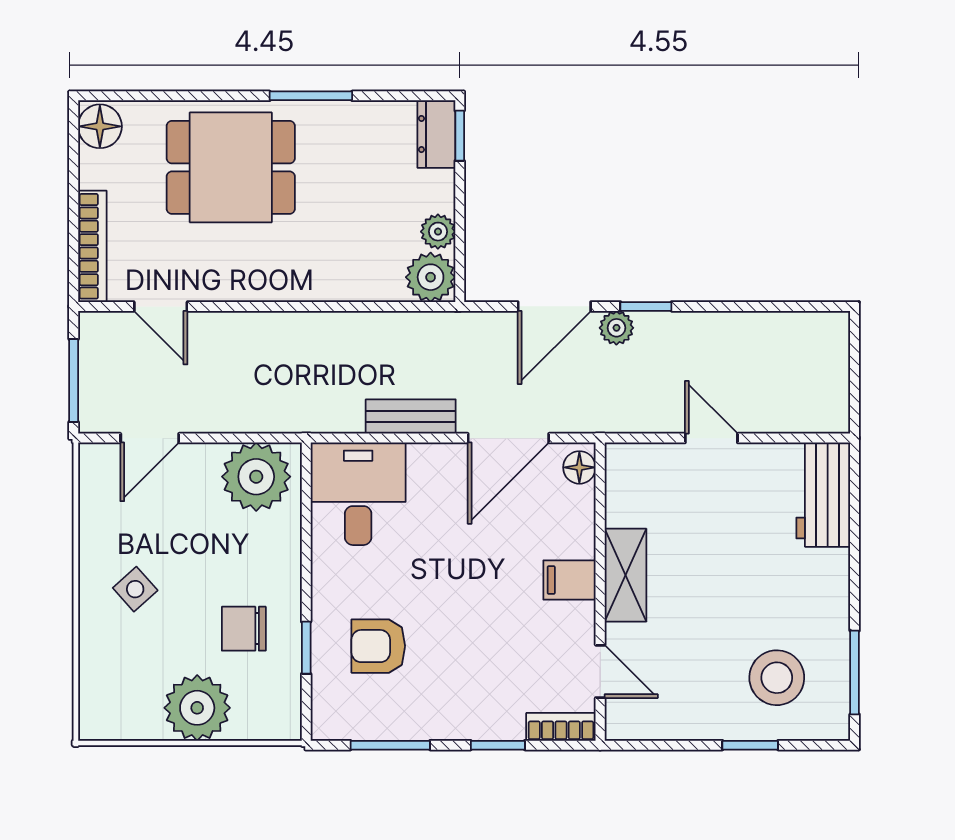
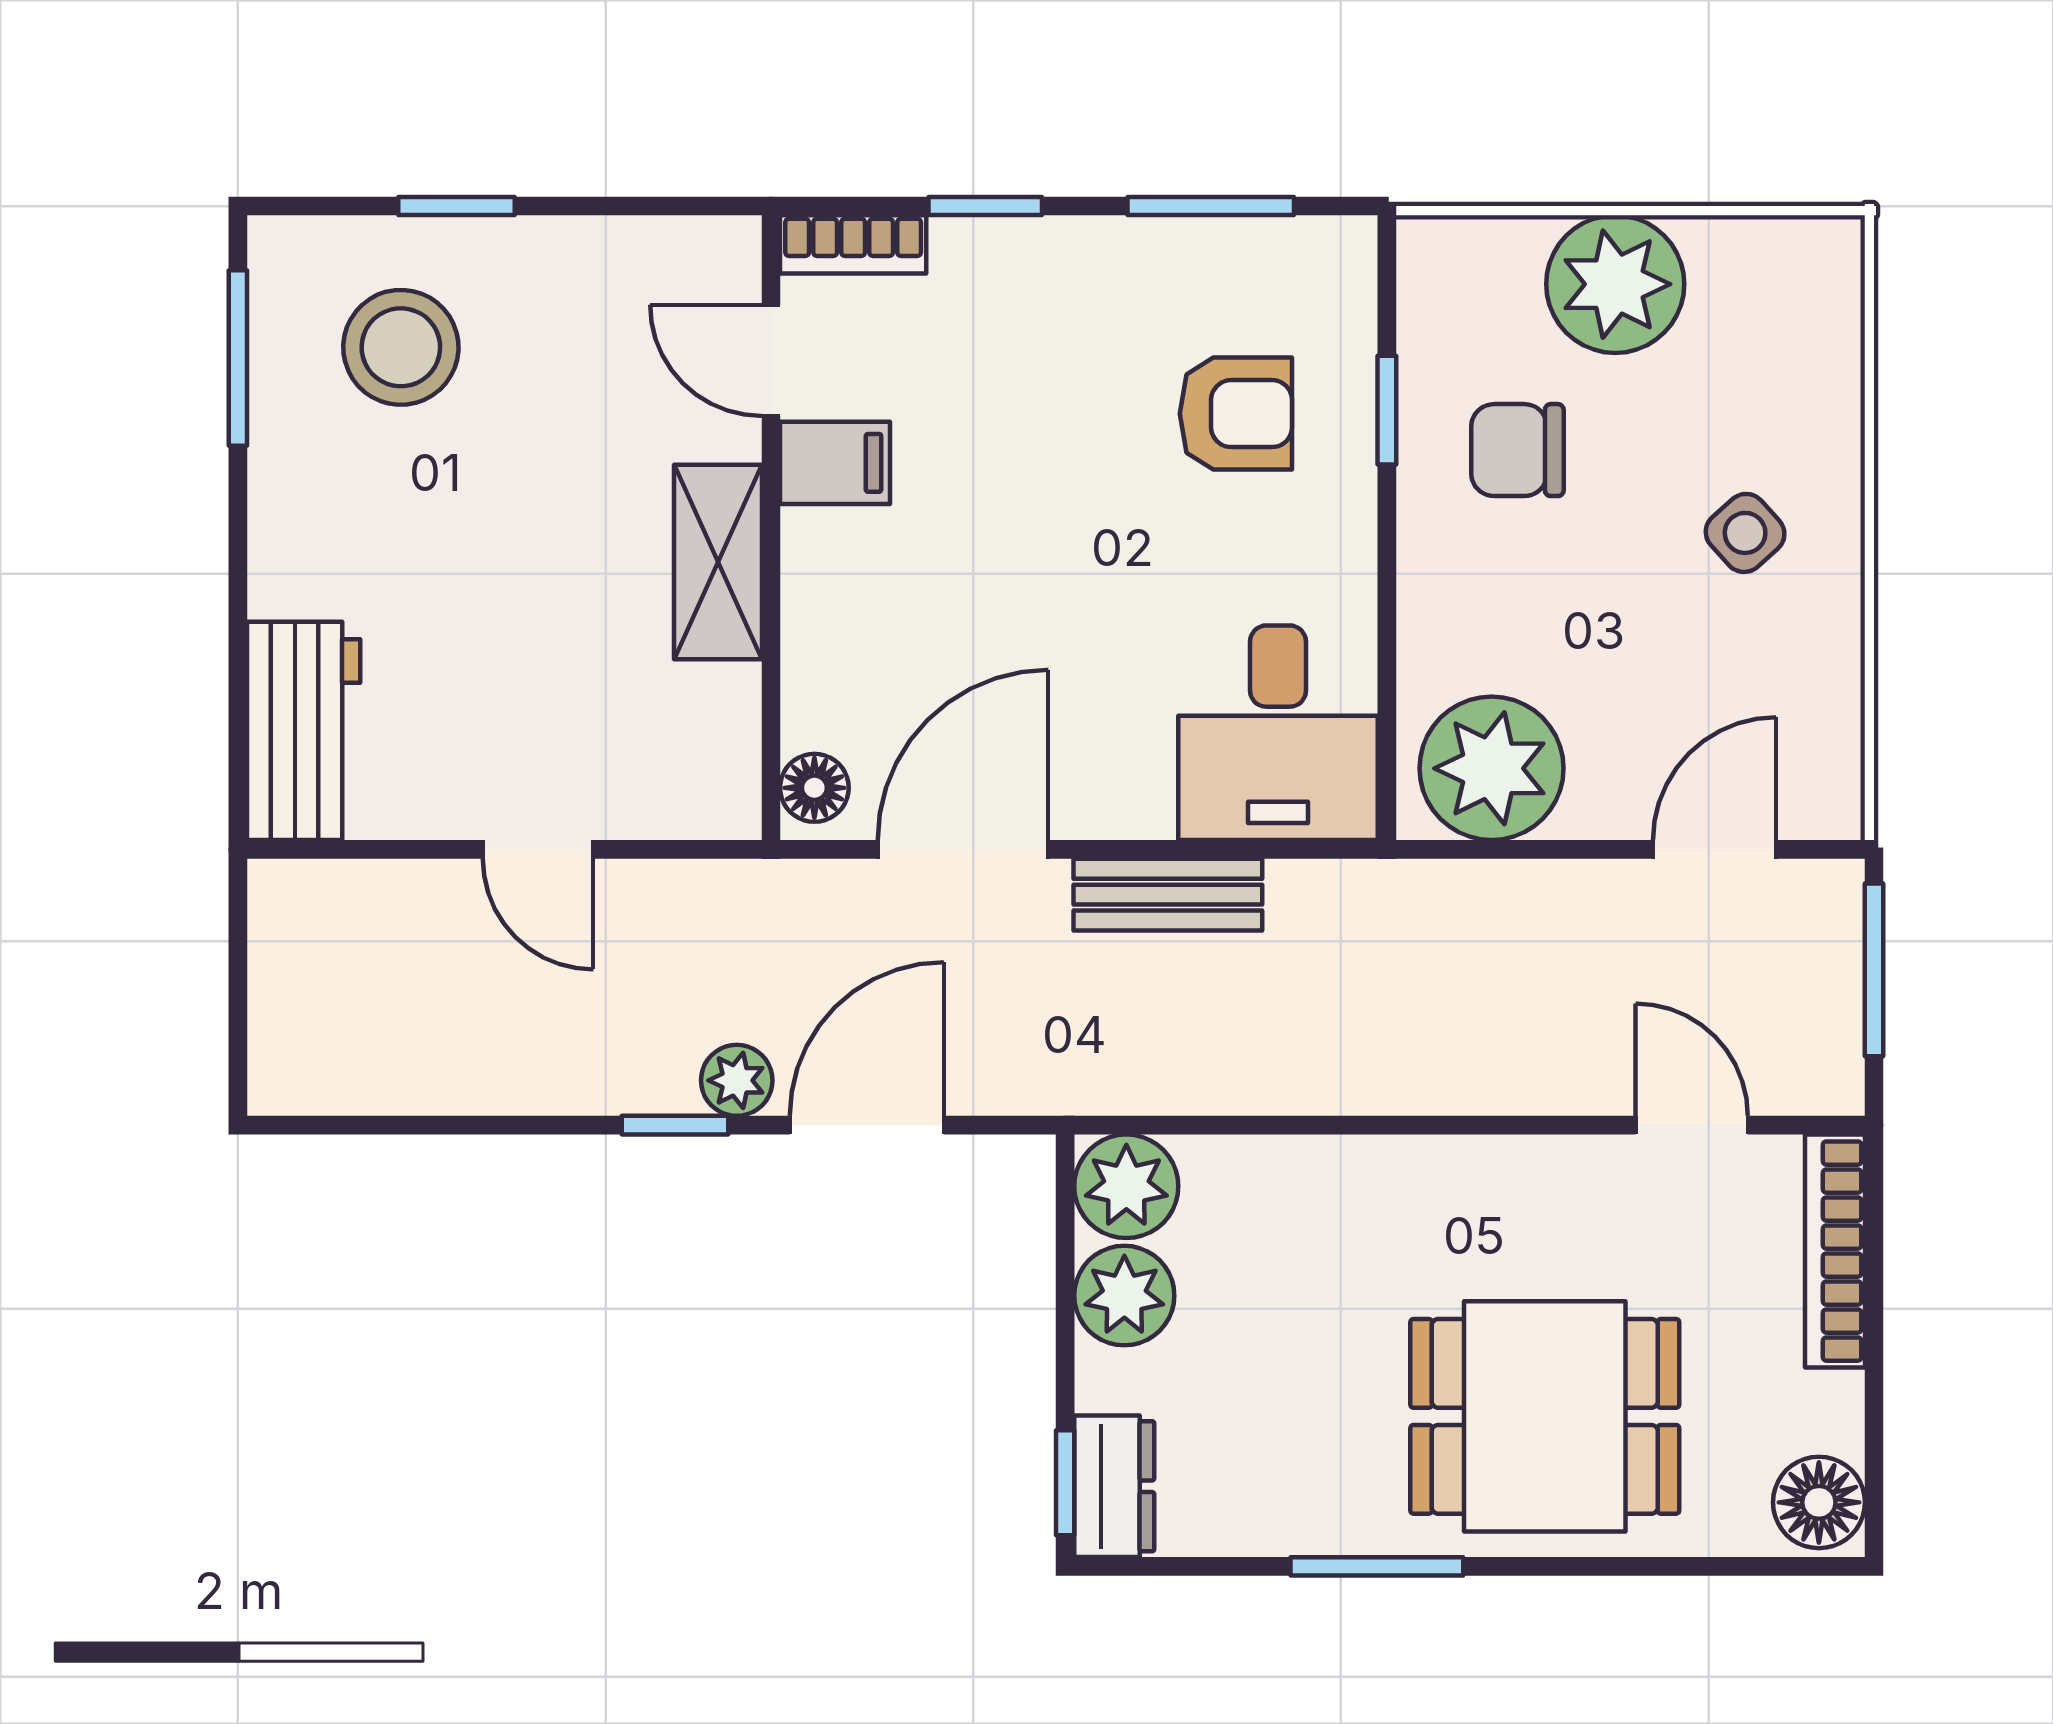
plant: (438, 232) -> (1124, 1296), width x1.38, depth x1.38
filing cabinet: (570, 580) -> (835, 463), moved
chair: (244, 629) -> (1517, 450), turned 180

